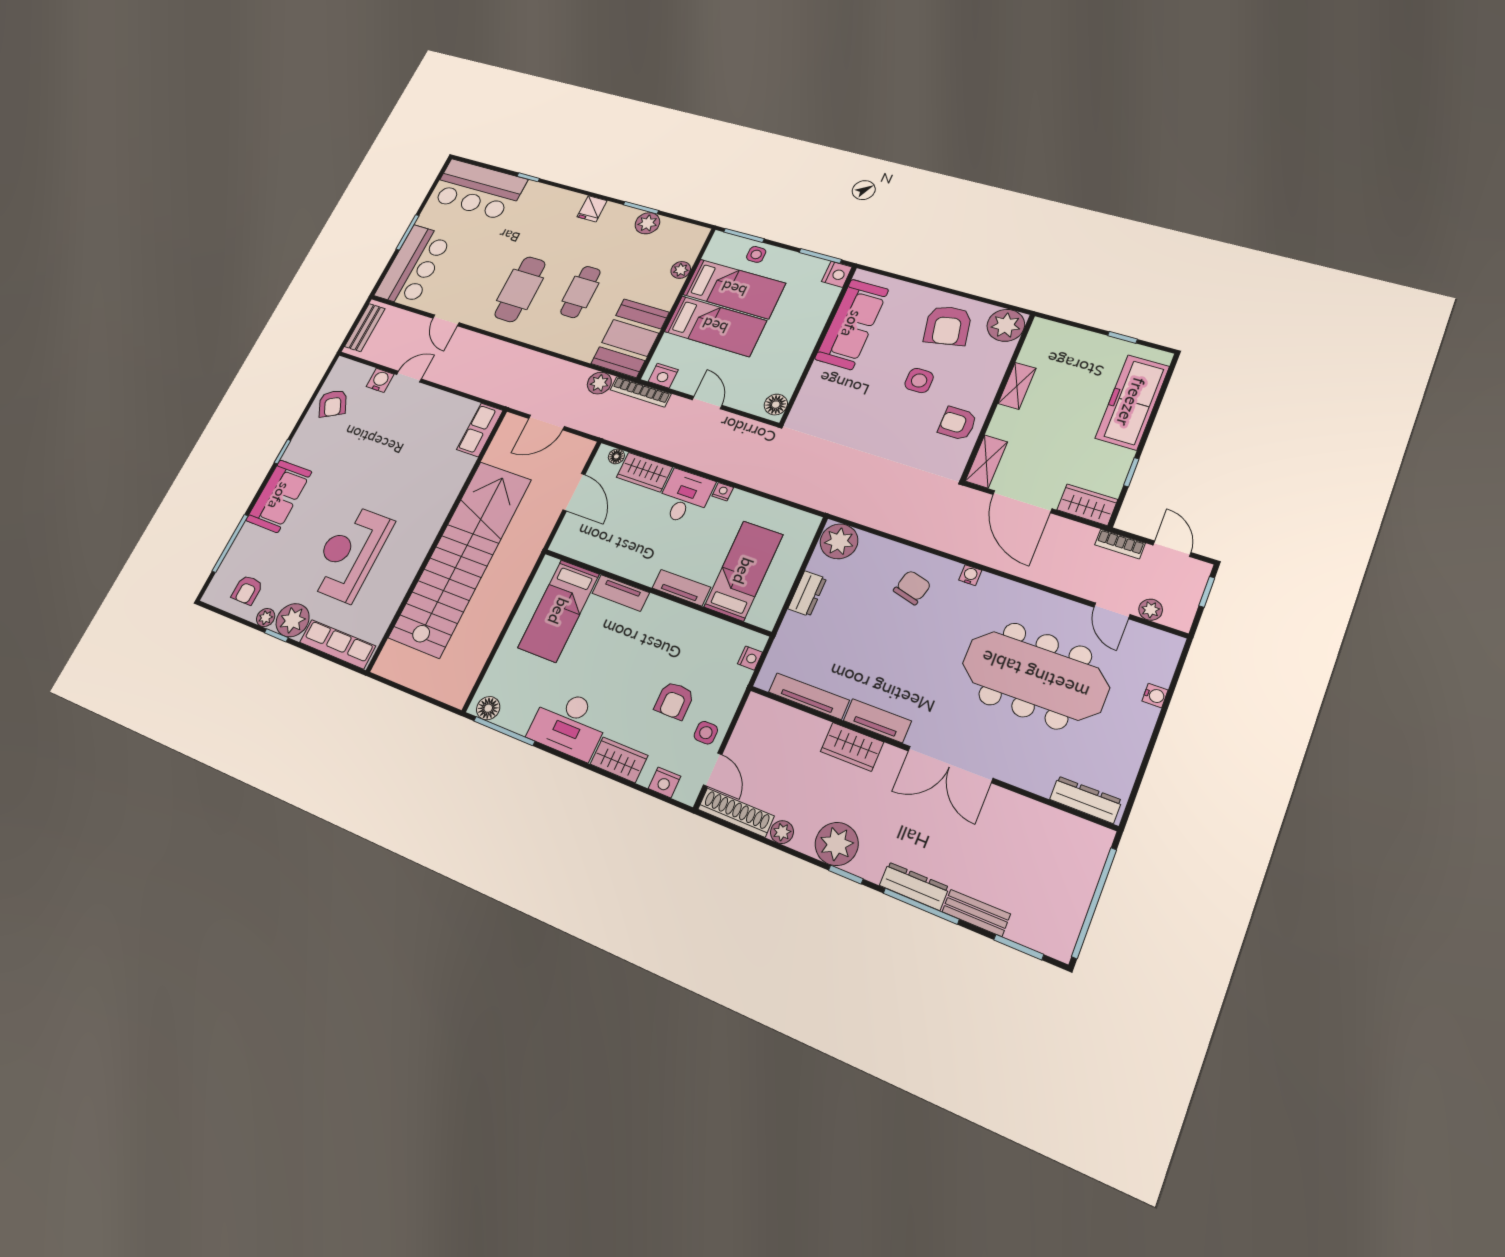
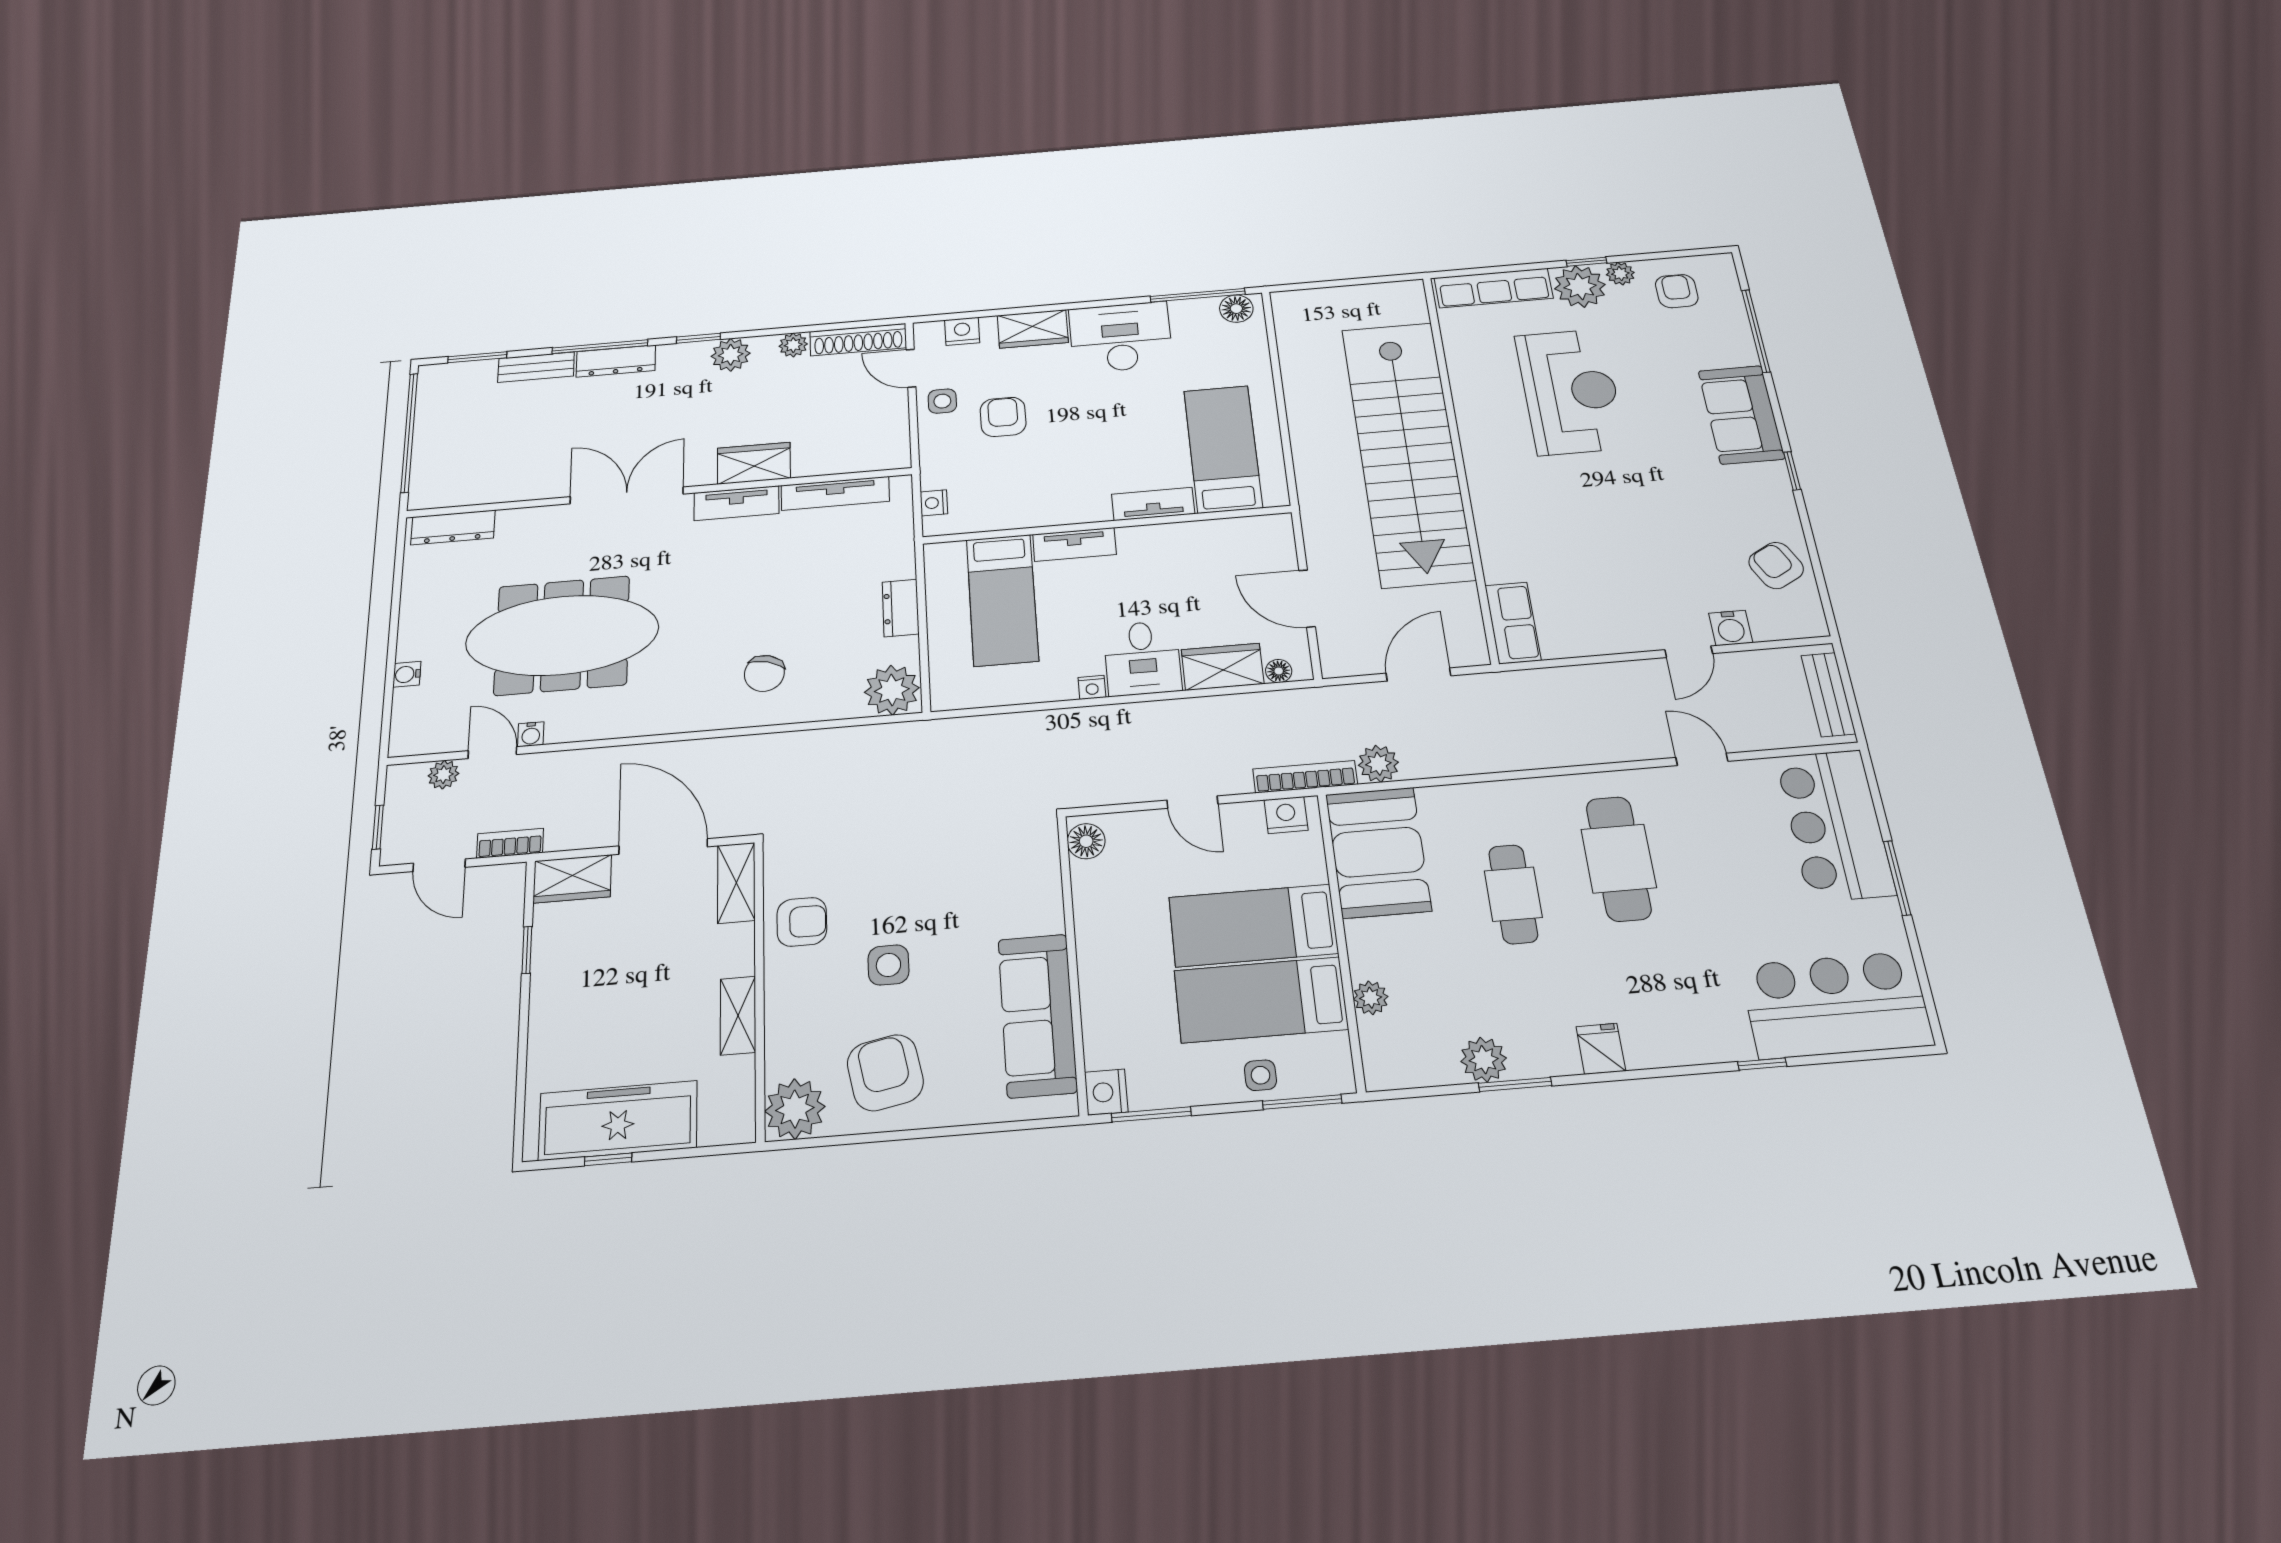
freezer: (1132, 402) -> (618, 1120), moved, turned -90
water cooler: (970, 575) -> (531, 734), moved
plant: (837, 844) -> (731, 355), width x0.73, depth x0.73

